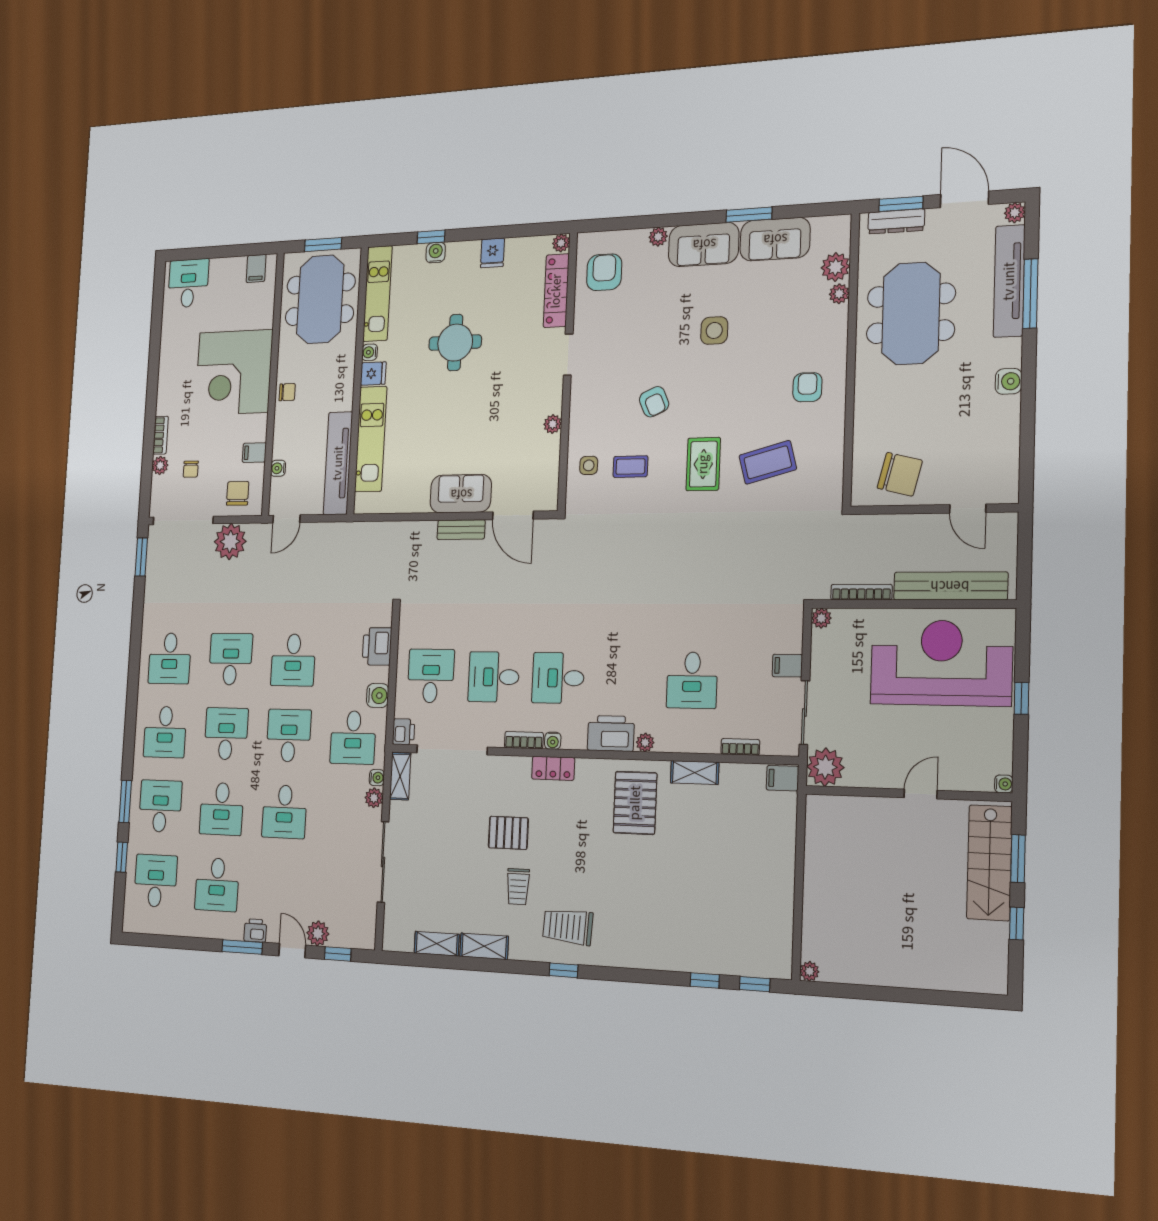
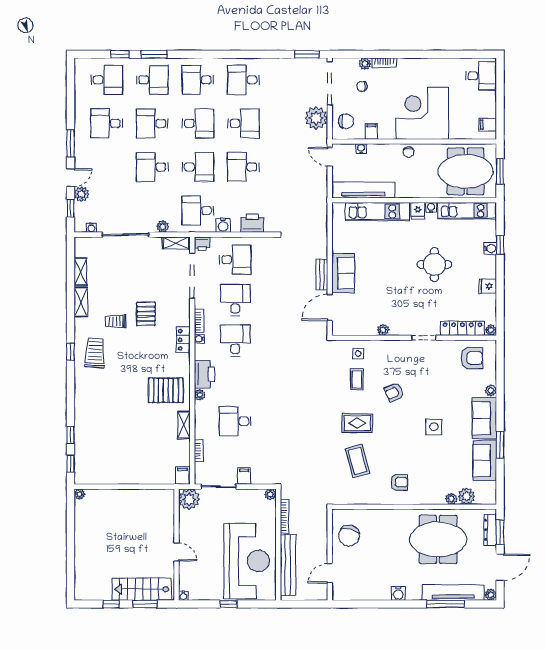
water cooler: (377, 778) -> (91, 228), moved
printer: (255, 930) -> (81, 152), removed

